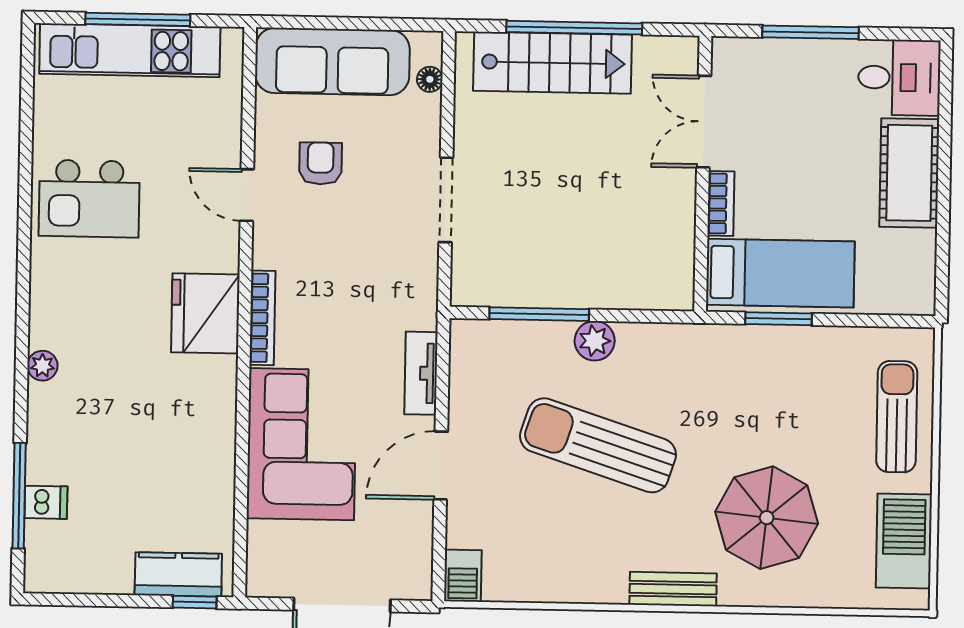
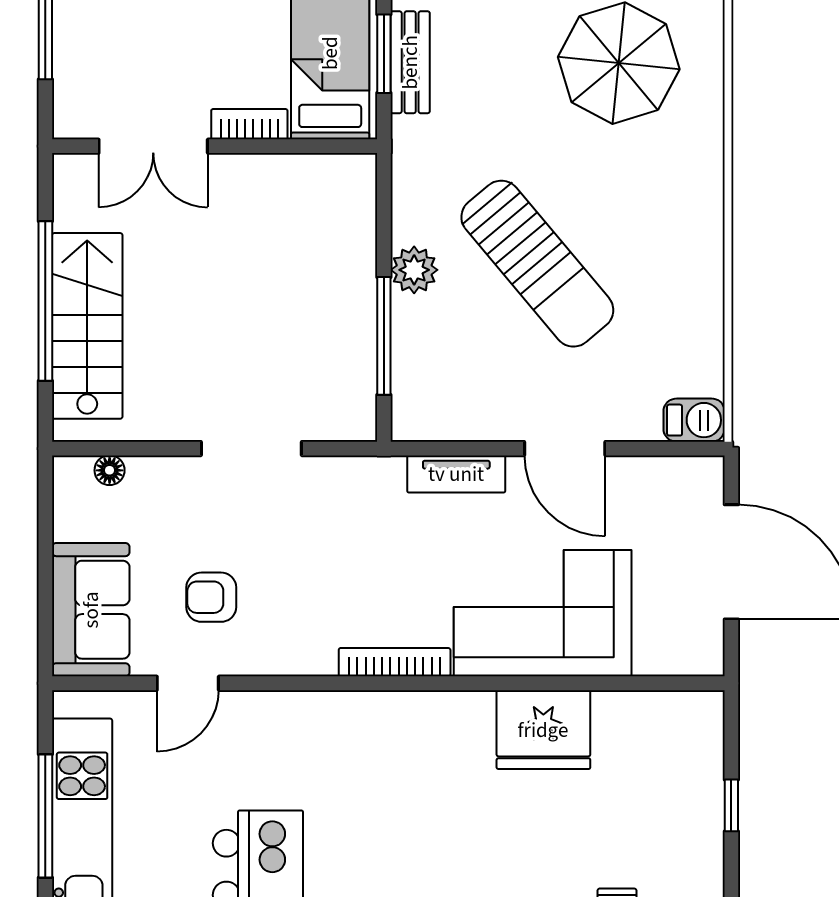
sofa: (332, 62) -> (91, 610), width x0.73
door: (247, 195) -> (188, 683), moved
fridge: (205, 313) -> (543, 730), moved
sun lounger: (598, 445) -> (537, 264), turned -58
kitchen counter: (178, 574) -> (699, 756), removed
bench: (673, 589) -> (410, 62), moved
window: (195, 602) -> (731, 805), moved

